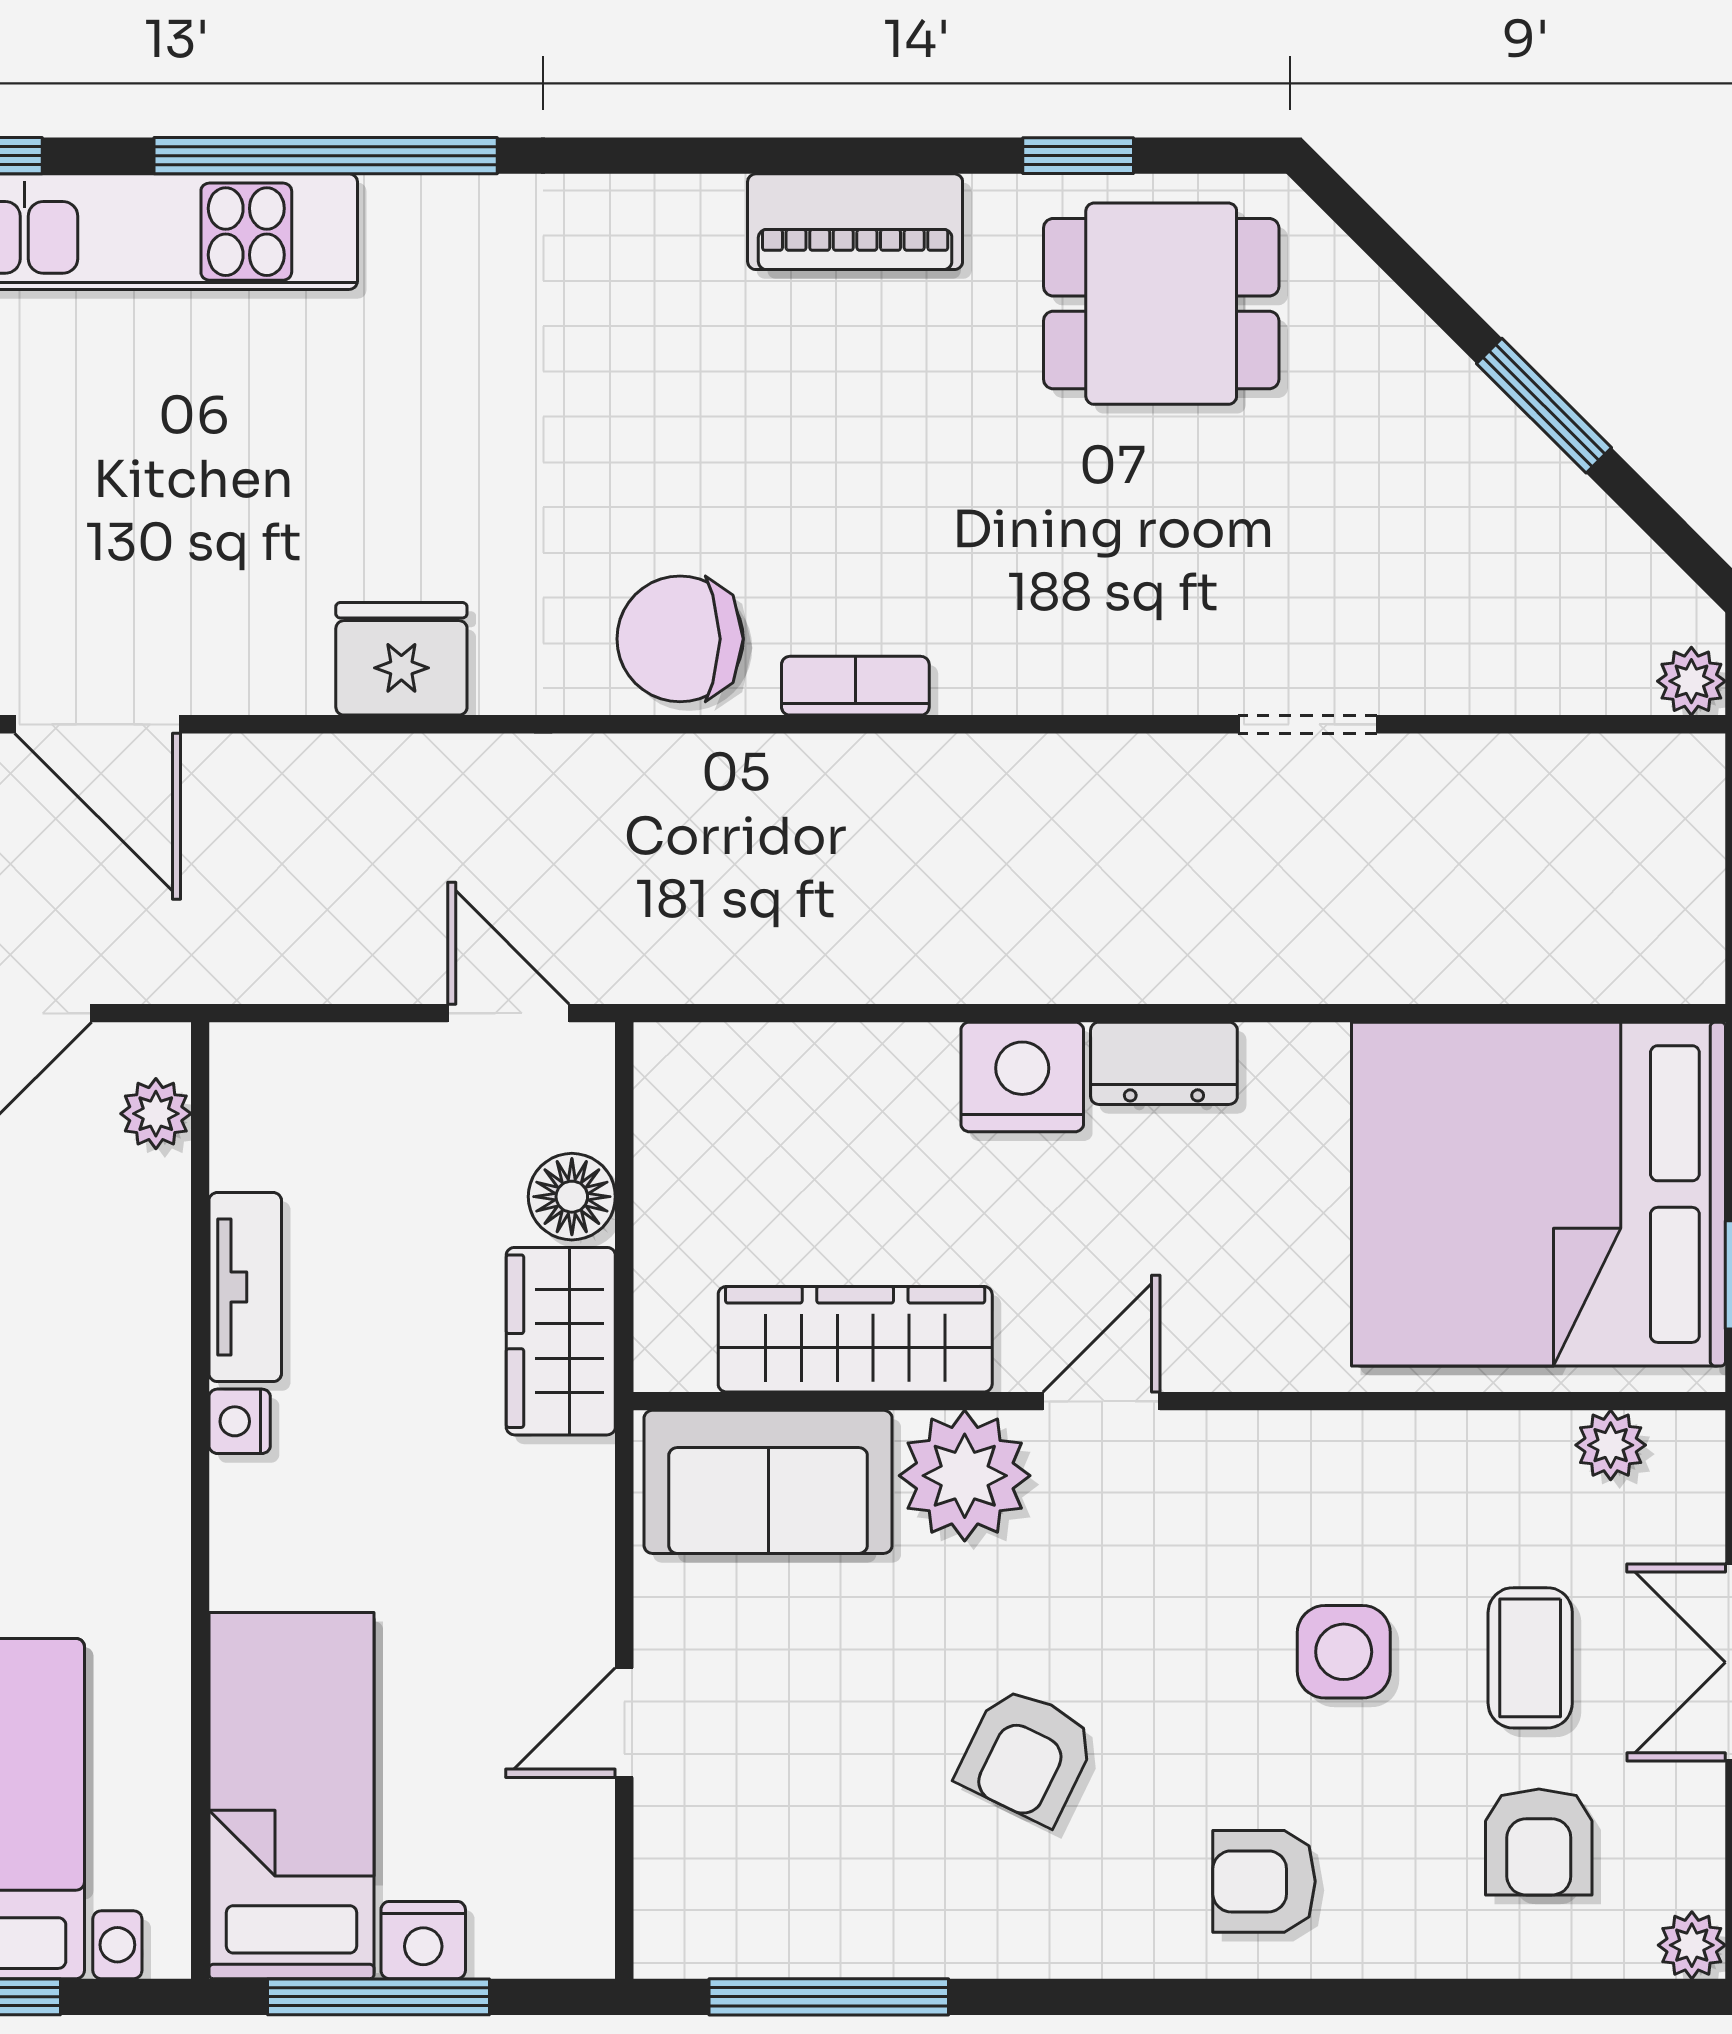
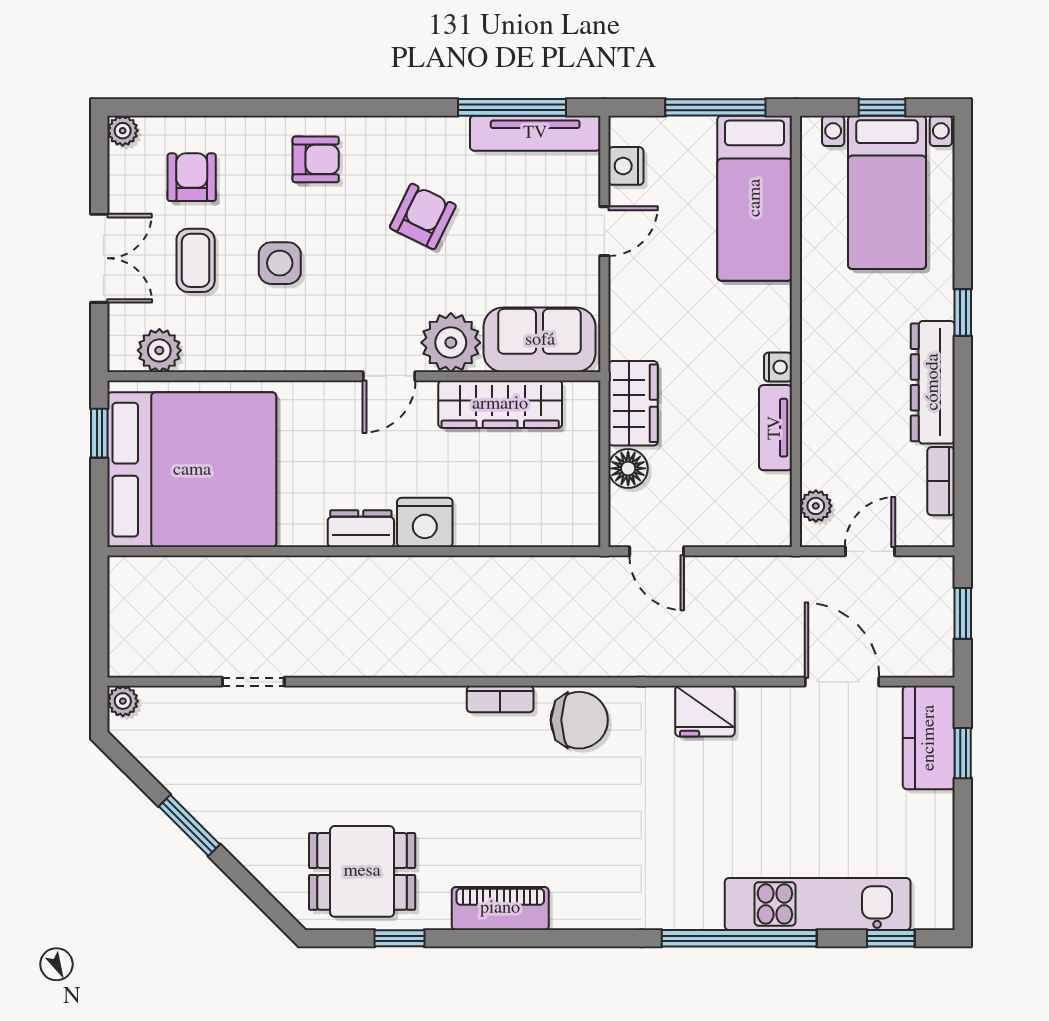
doorway: (1308, 724) -> (253, 682), moved
plant: (1611, 1445) -> (159, 350), width x1.38, depth x1.38
nightstand: (423, 1940) -> (626, 166), moved, turned -90
tv unit: (778, 1940) -> (535, 133), added

